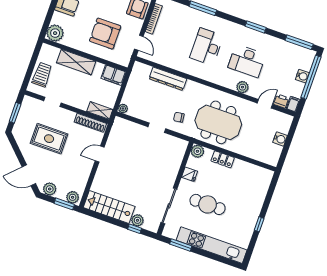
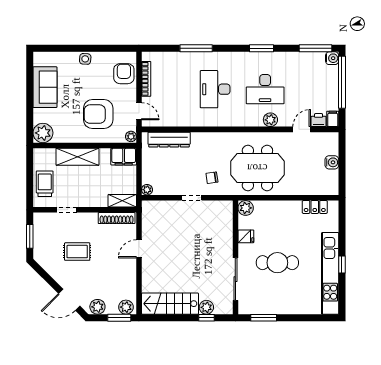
plant: (125, 61) -> (131, 136), added
water cooler: (302, 76) -> (332, 58), moved
dresser: (168, 79) -> (169, 140), moved
rug: (49, 139) -> (77, 252), width x0.73, depth x0.70
locker: (223, 159) -> (315, 207), moved
kitchen unit: (212, 245) -> (330, 273), moved, turned -90

